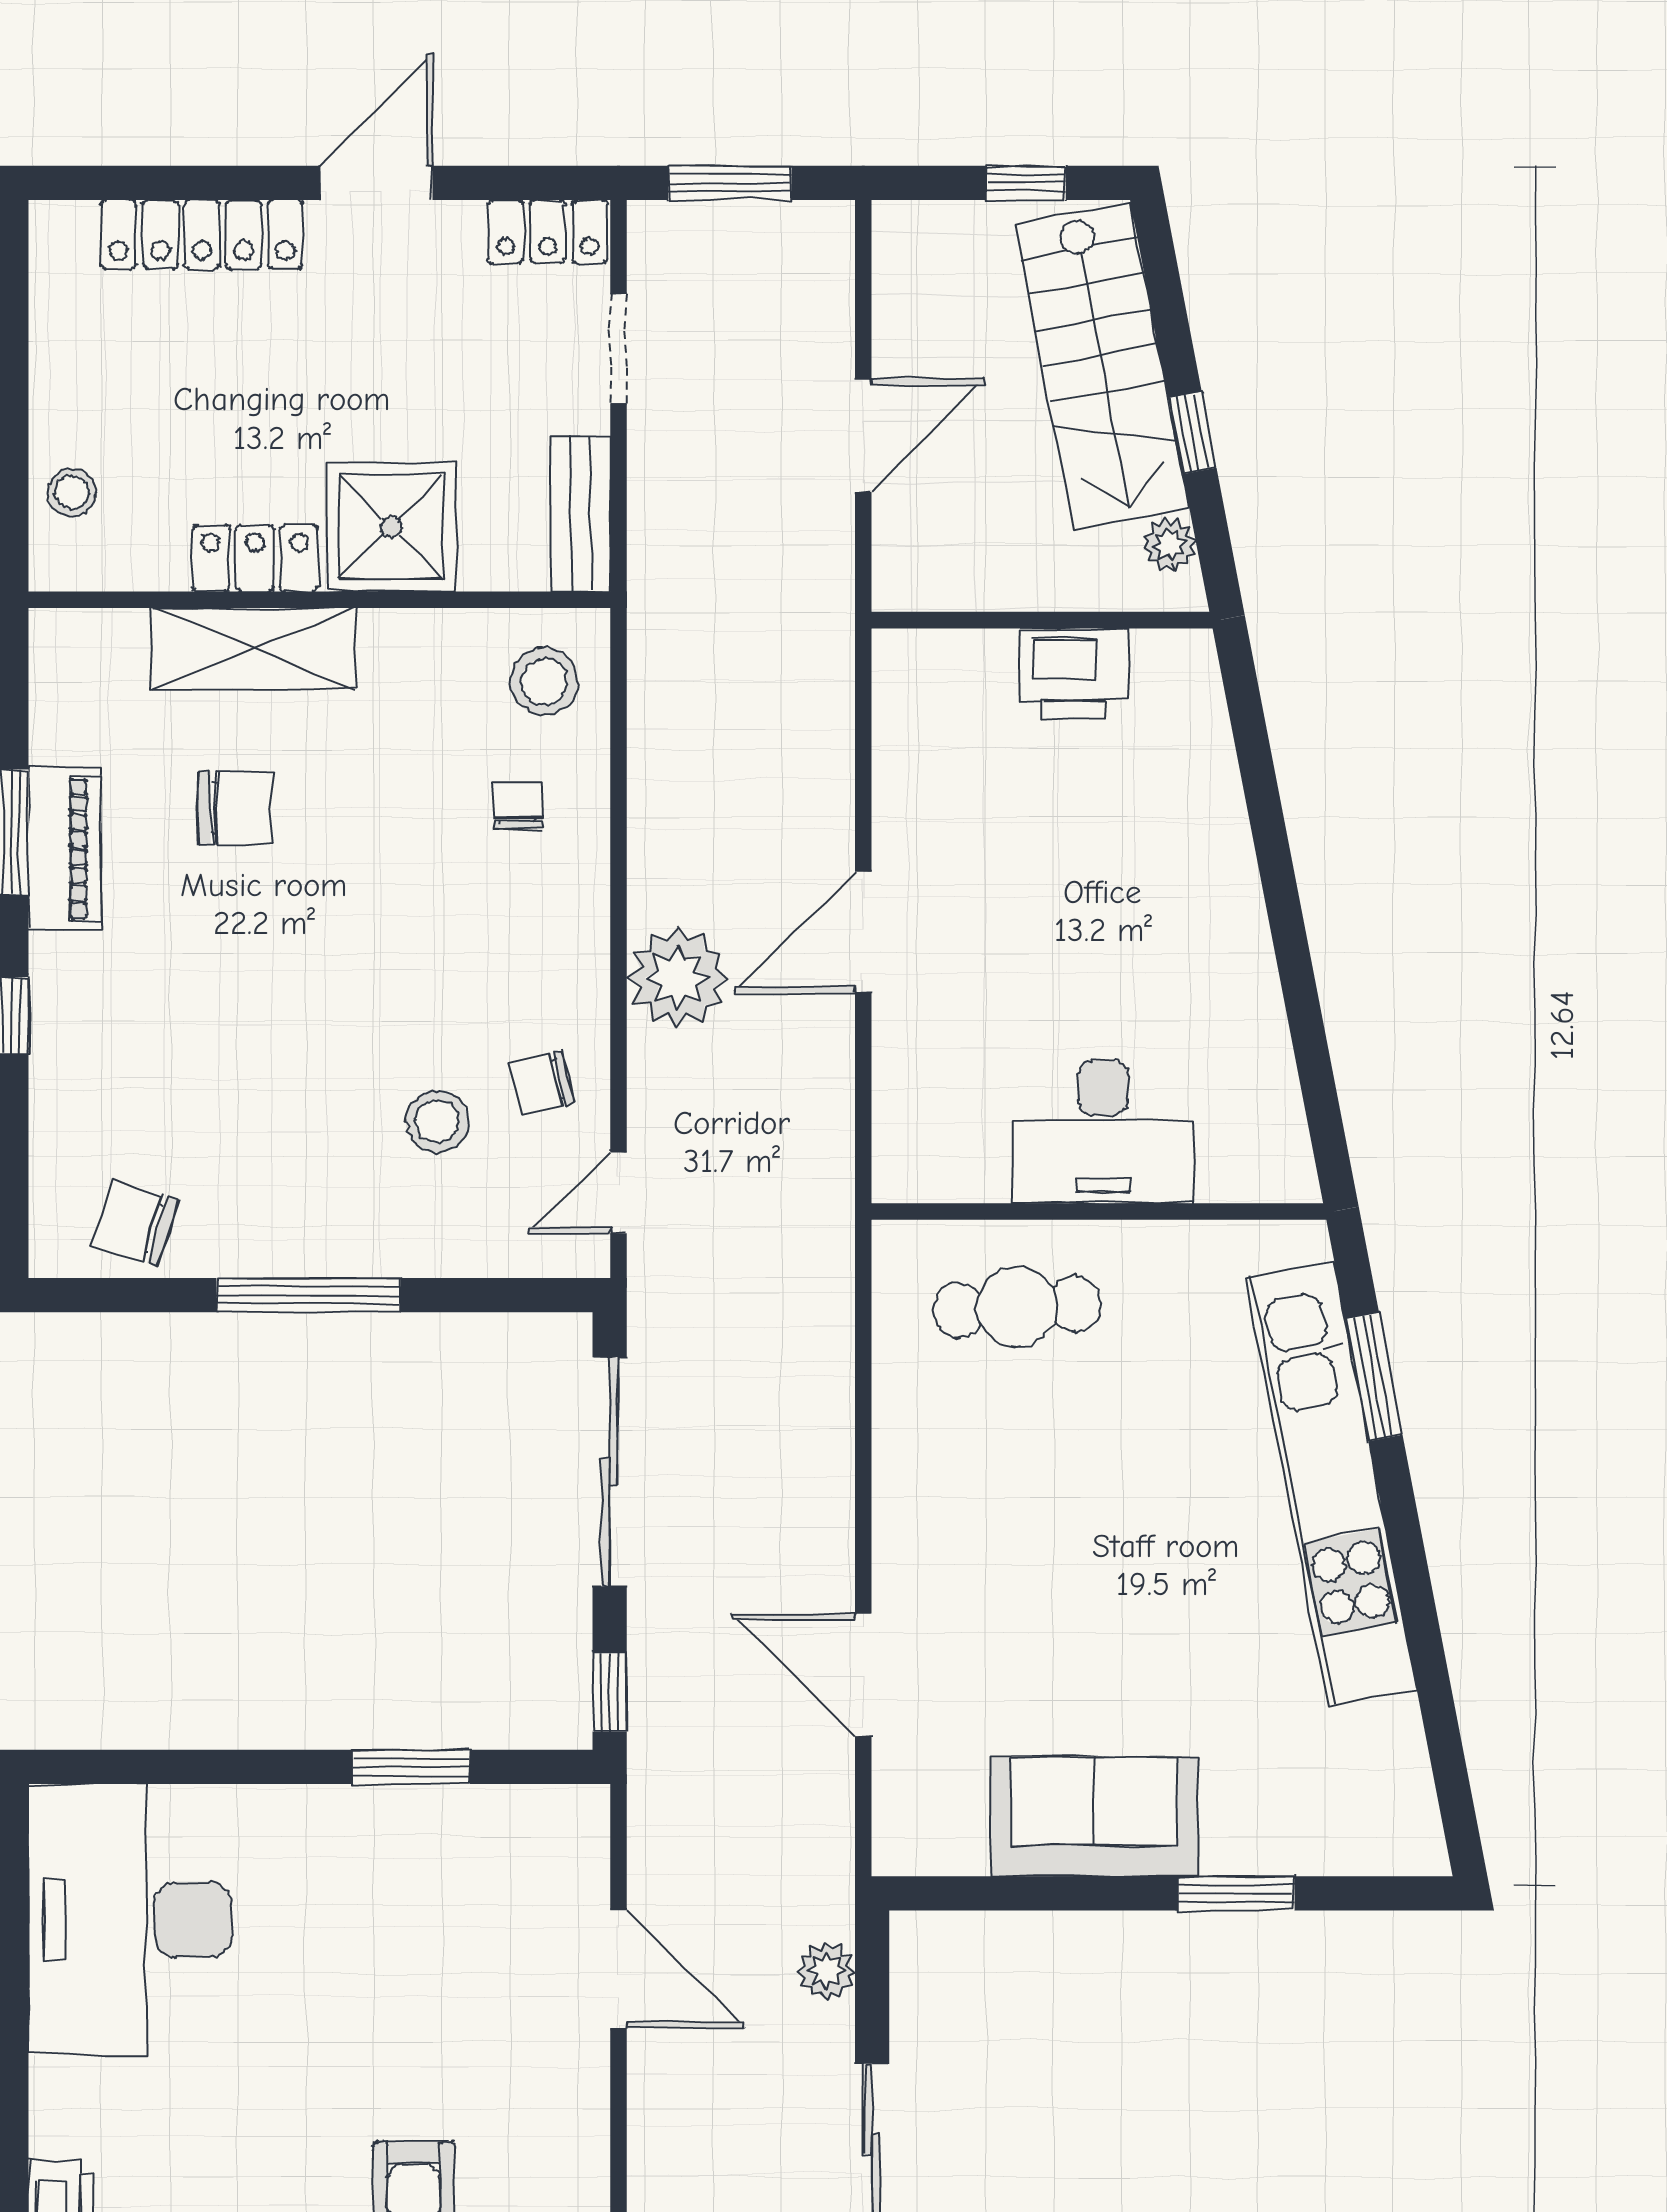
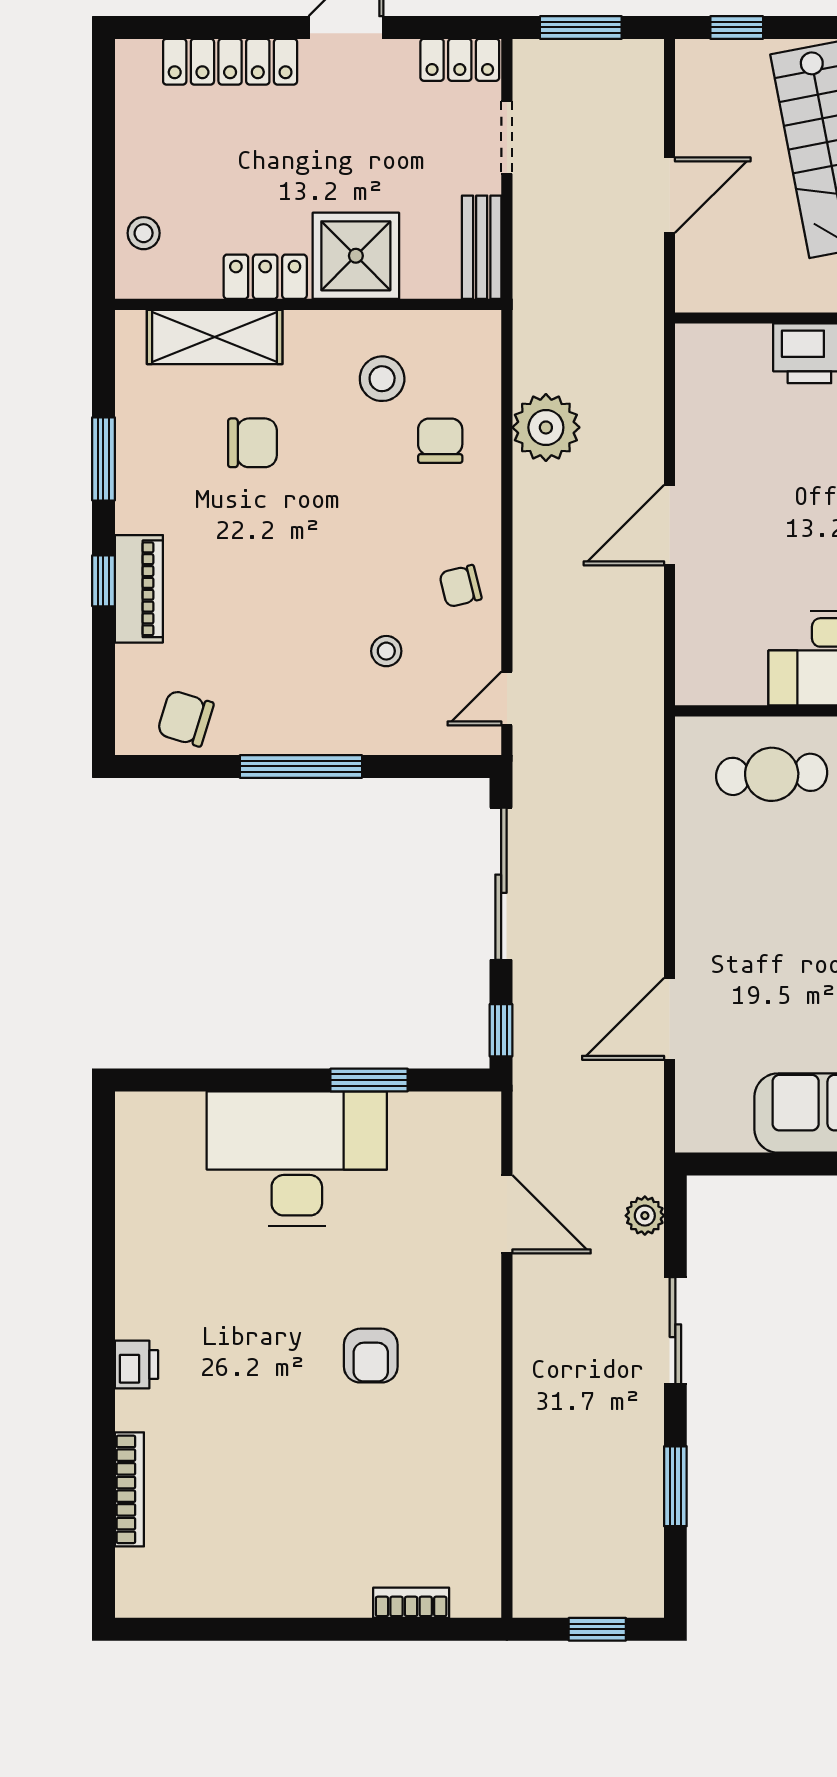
window: (1026, 183) -> (737, 27), moved
shelving: (254, 649) -> (215, 337), moved
stool: (544, 681) -> (382, 379), moved
chair: (518, 805) -> (440, 441), width x1.37, depth x1.37
piano: (65, 849) -> (139, 589), moved
plant: (677, 978) -> (546, 427), moved
chair: (542, 1083) -> (460, 586), moved
stool: (437, 1122) -> (386, 651), width x0.73, depth x0.73
door: (863, 1675) -> (669, 1019), hinge flipped
desk: (130, 1920) -> (297, 1159), moved, turned 90

